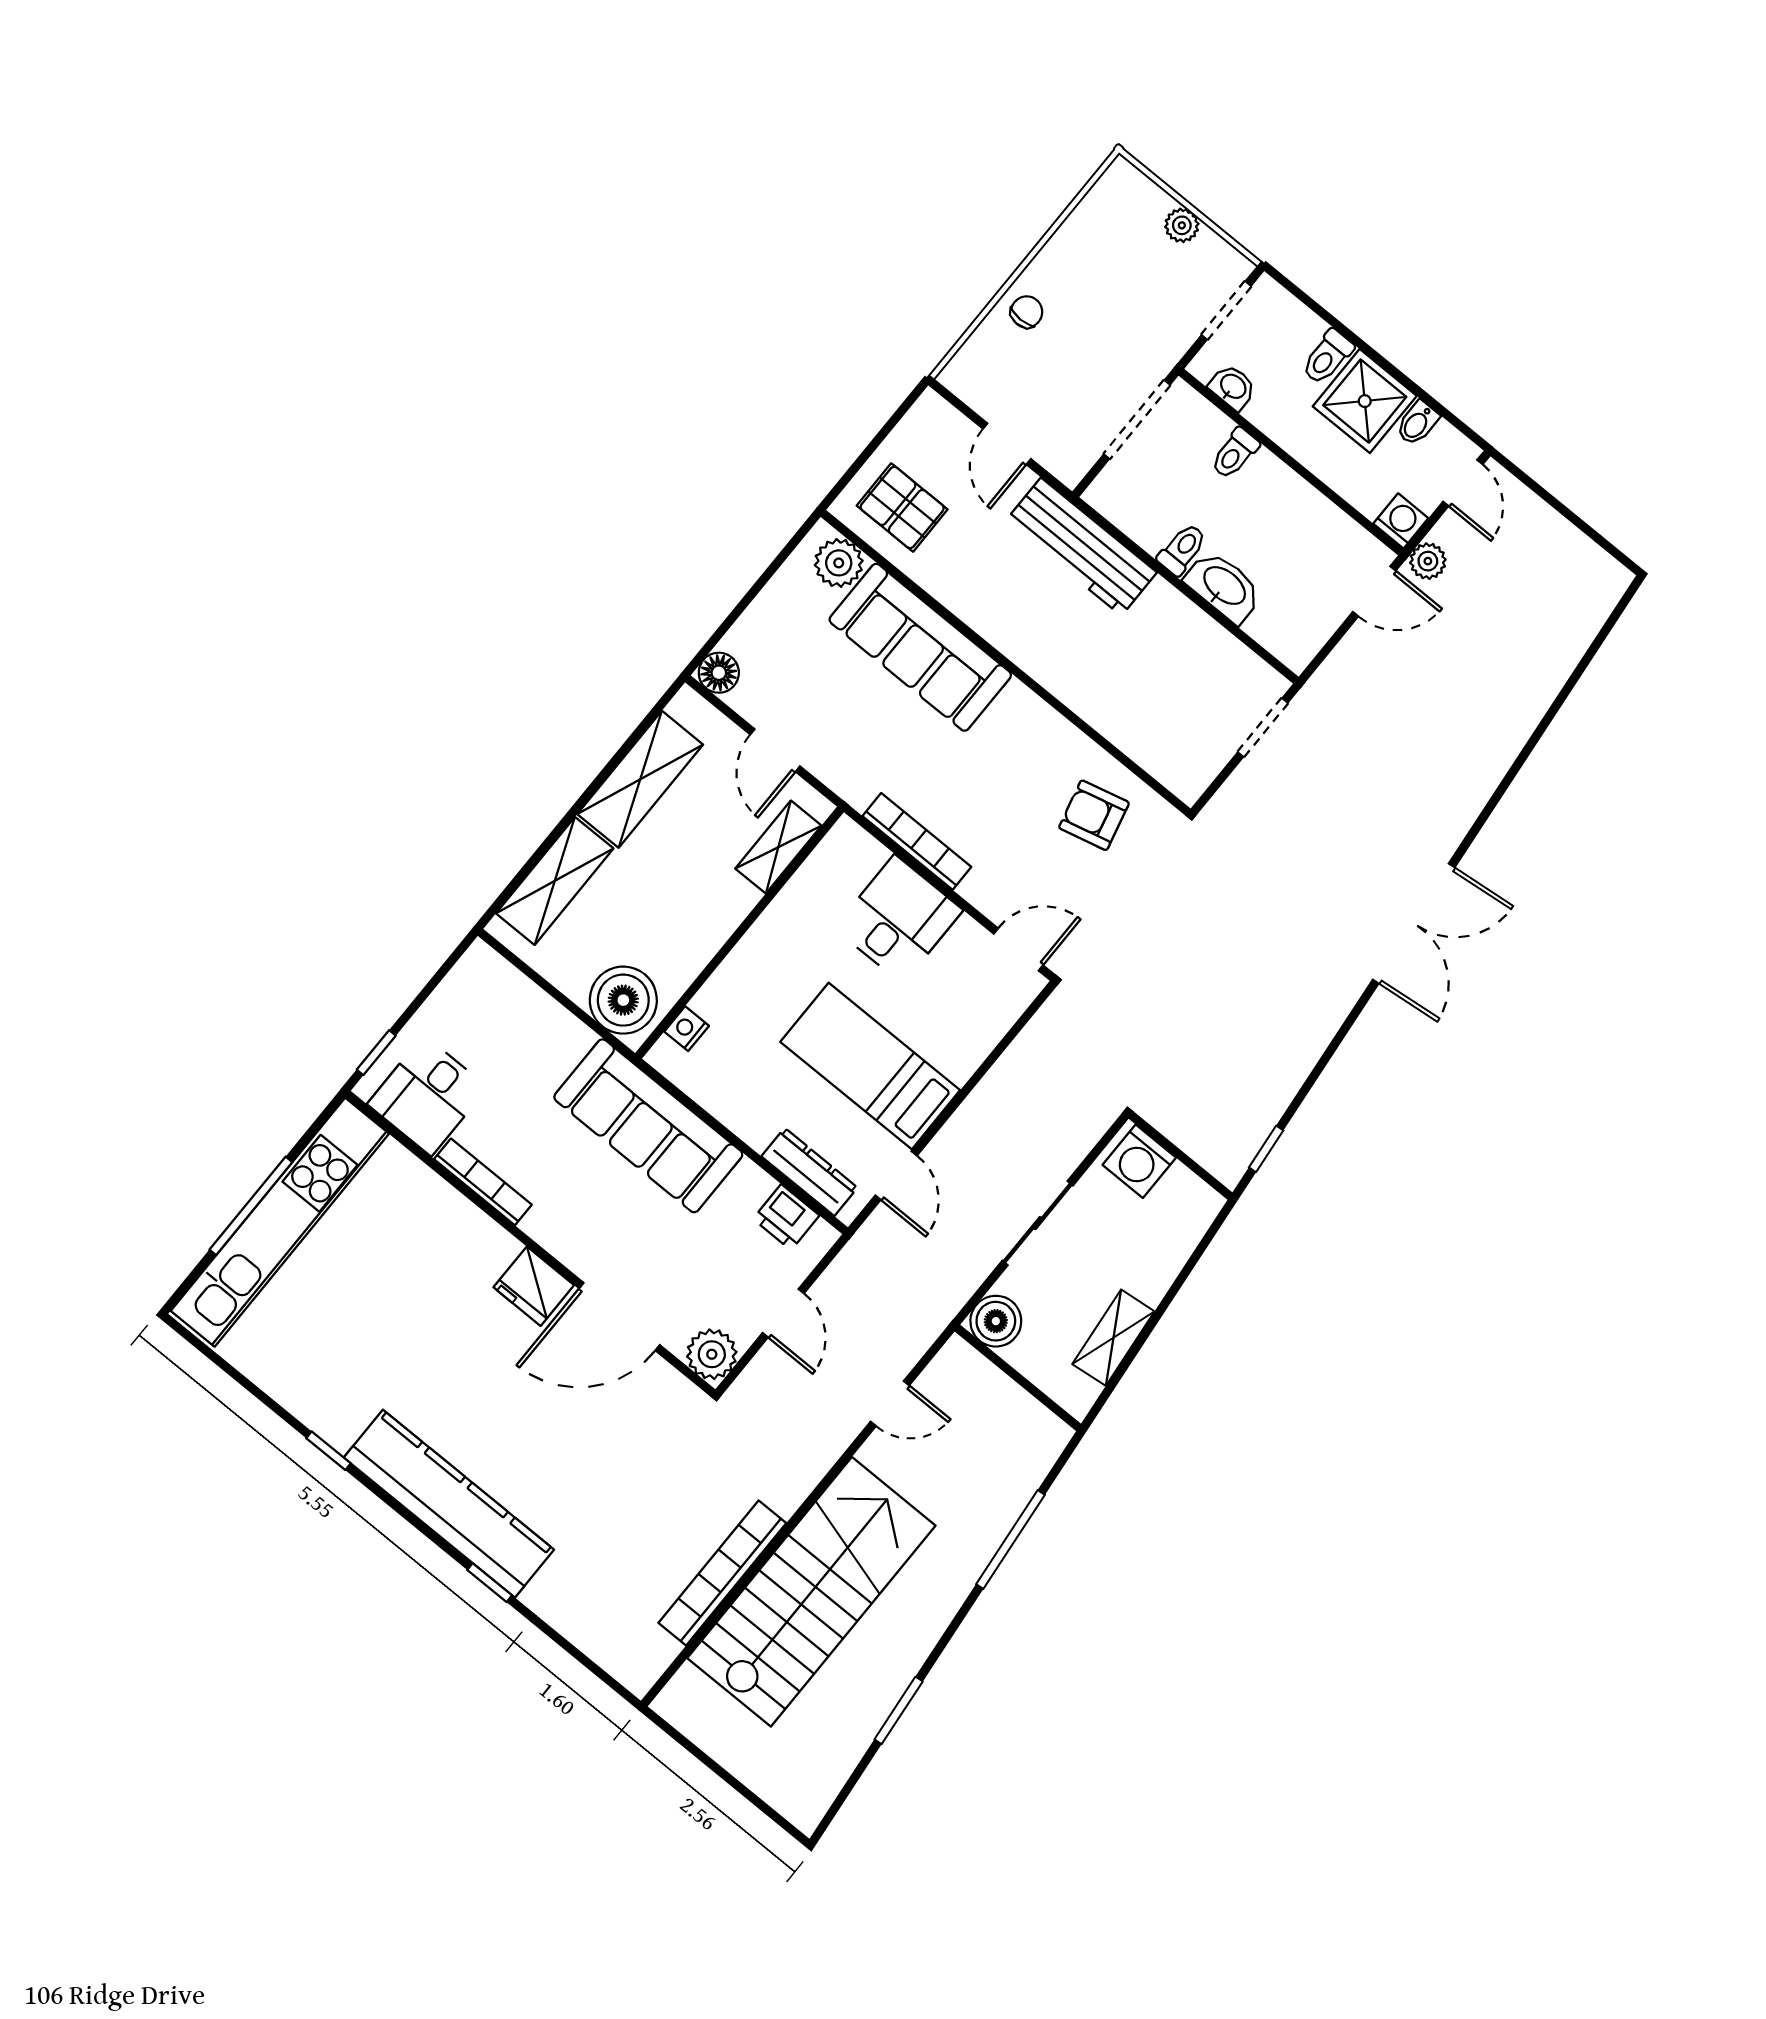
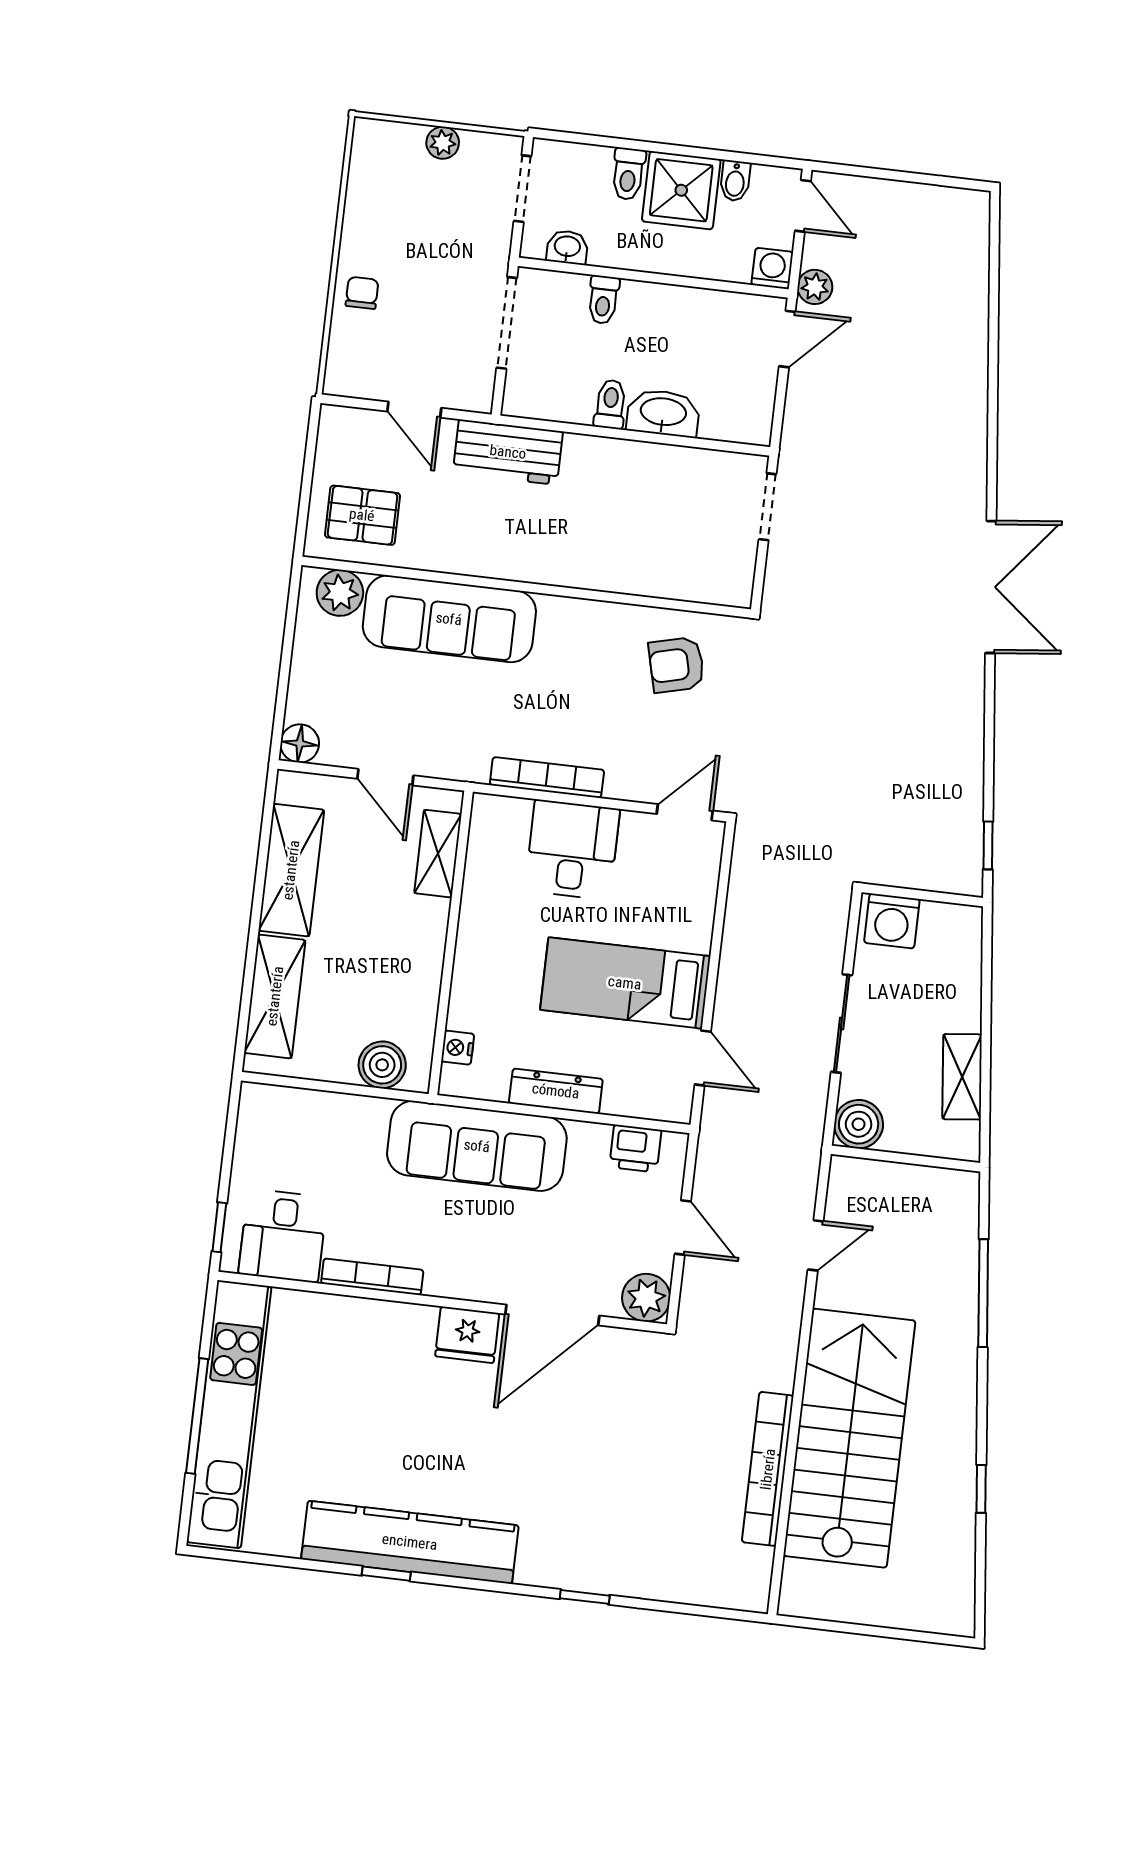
workbench: (1081, 547) -> (508, 452), width x0.73
boiler: (623, 1000) -> (382, 1065), width x0.73, depth x0.73
dresser: (809, 1172) -> (556, 1091), moved
kitchen counter: (449, 1504) -> (410, 1542), moved
window: (899, 1710) -> (981, 1489), width x0.67

